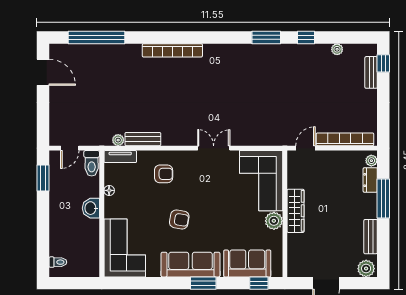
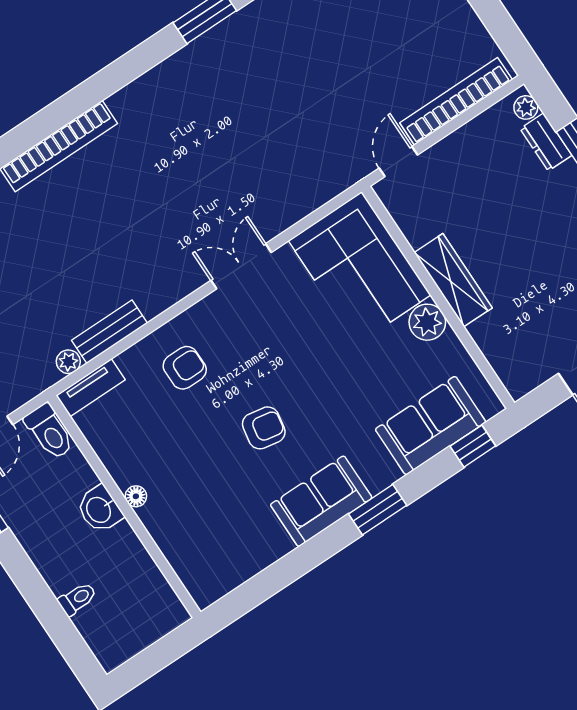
floor lamp: (109, 190) -> (136, 496), moved
corner sofa: (125, 248) -> (203, 539), removed
toilet: (58, 262) -> (77, 599), moved
sofa: (190, 265) -> (321, 501), width x0.73

